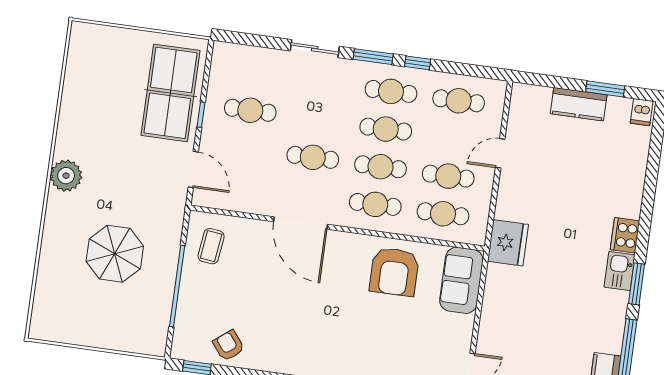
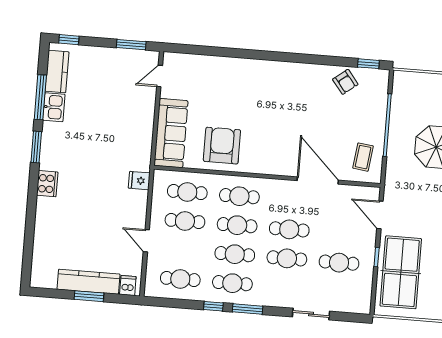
sliding door: (315, 49) -> (311, 314), moved
window: (605, 89) -> (89, 296), moved
kitchen counter: (579, 104) -> (88, 282), width x1.50
dishwasher: (642, 112) -> (128, 285), moved
cafe table: (318, 120) -> (287, 258), added
door: (500, 153) -> (146, 241), swing flipped
door: (301, 223) -> (318, 180), moved
fridge: (508, 243) -> (139, 181), width x0.53, depth x0.75
kitchen sink: (620, 271) -> (54, 107), moved
sofa: (461, 280) -> (171, 133), width x1.36

